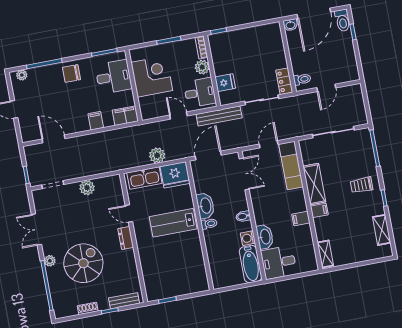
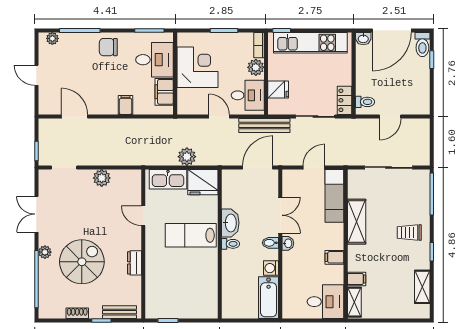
kitchen unit: (245, 37) -> (310, 43), added
filing cabinet: (125, 116) -> (164, 92), moved, turned -90
door: (208, 156) -> (258, 167), moved
double door: (244, 174) -> (280, 215), moved
filing cabinet: (319, 210) -> (357, 279), moved
washbasin: (265, 237) -> (288, 243), moved, width x0.52, depth x0.69
dresser: (126, 238) -> (134, 263), moved
desk: (279, 262) -> (325, 302), moved, turned 180

